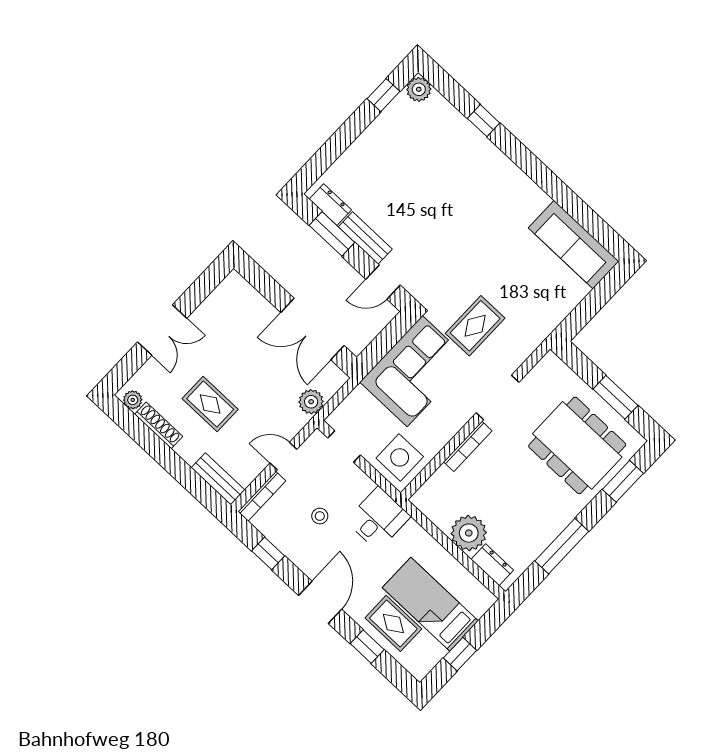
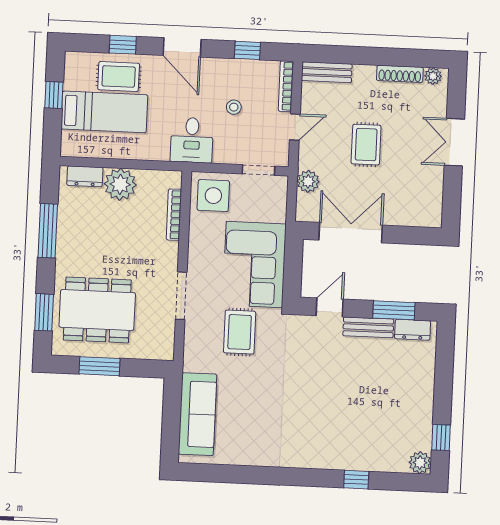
sofa: (574, 245) -> (198, 414), moved, turned 90
rug: (210, 404) -> (366, 145), moved, turned 90
bookcase: (468, 446) -> (174, 215), moved

